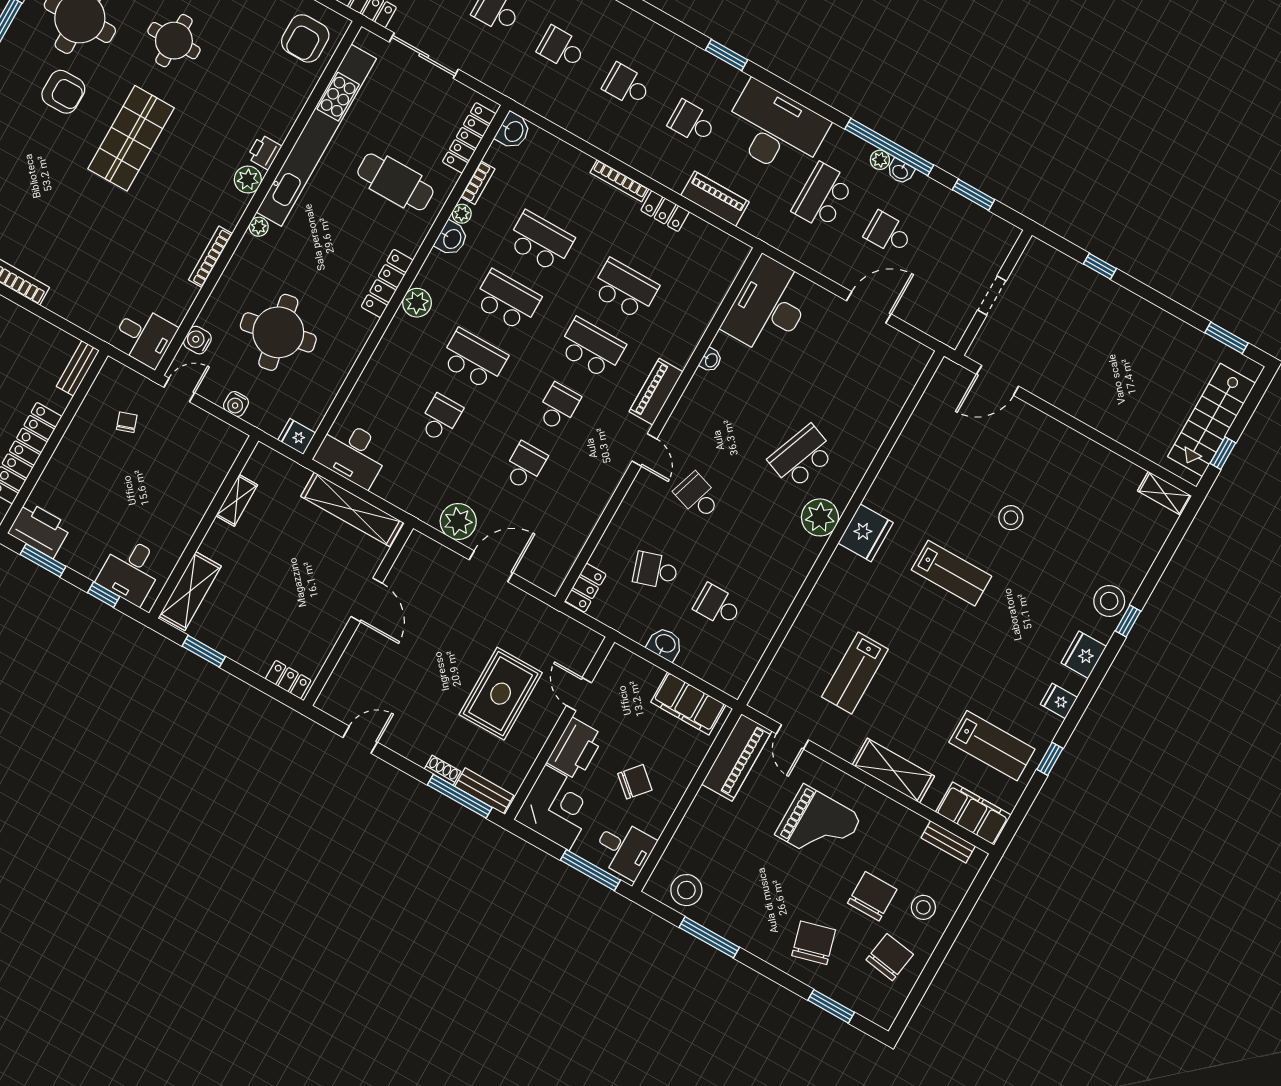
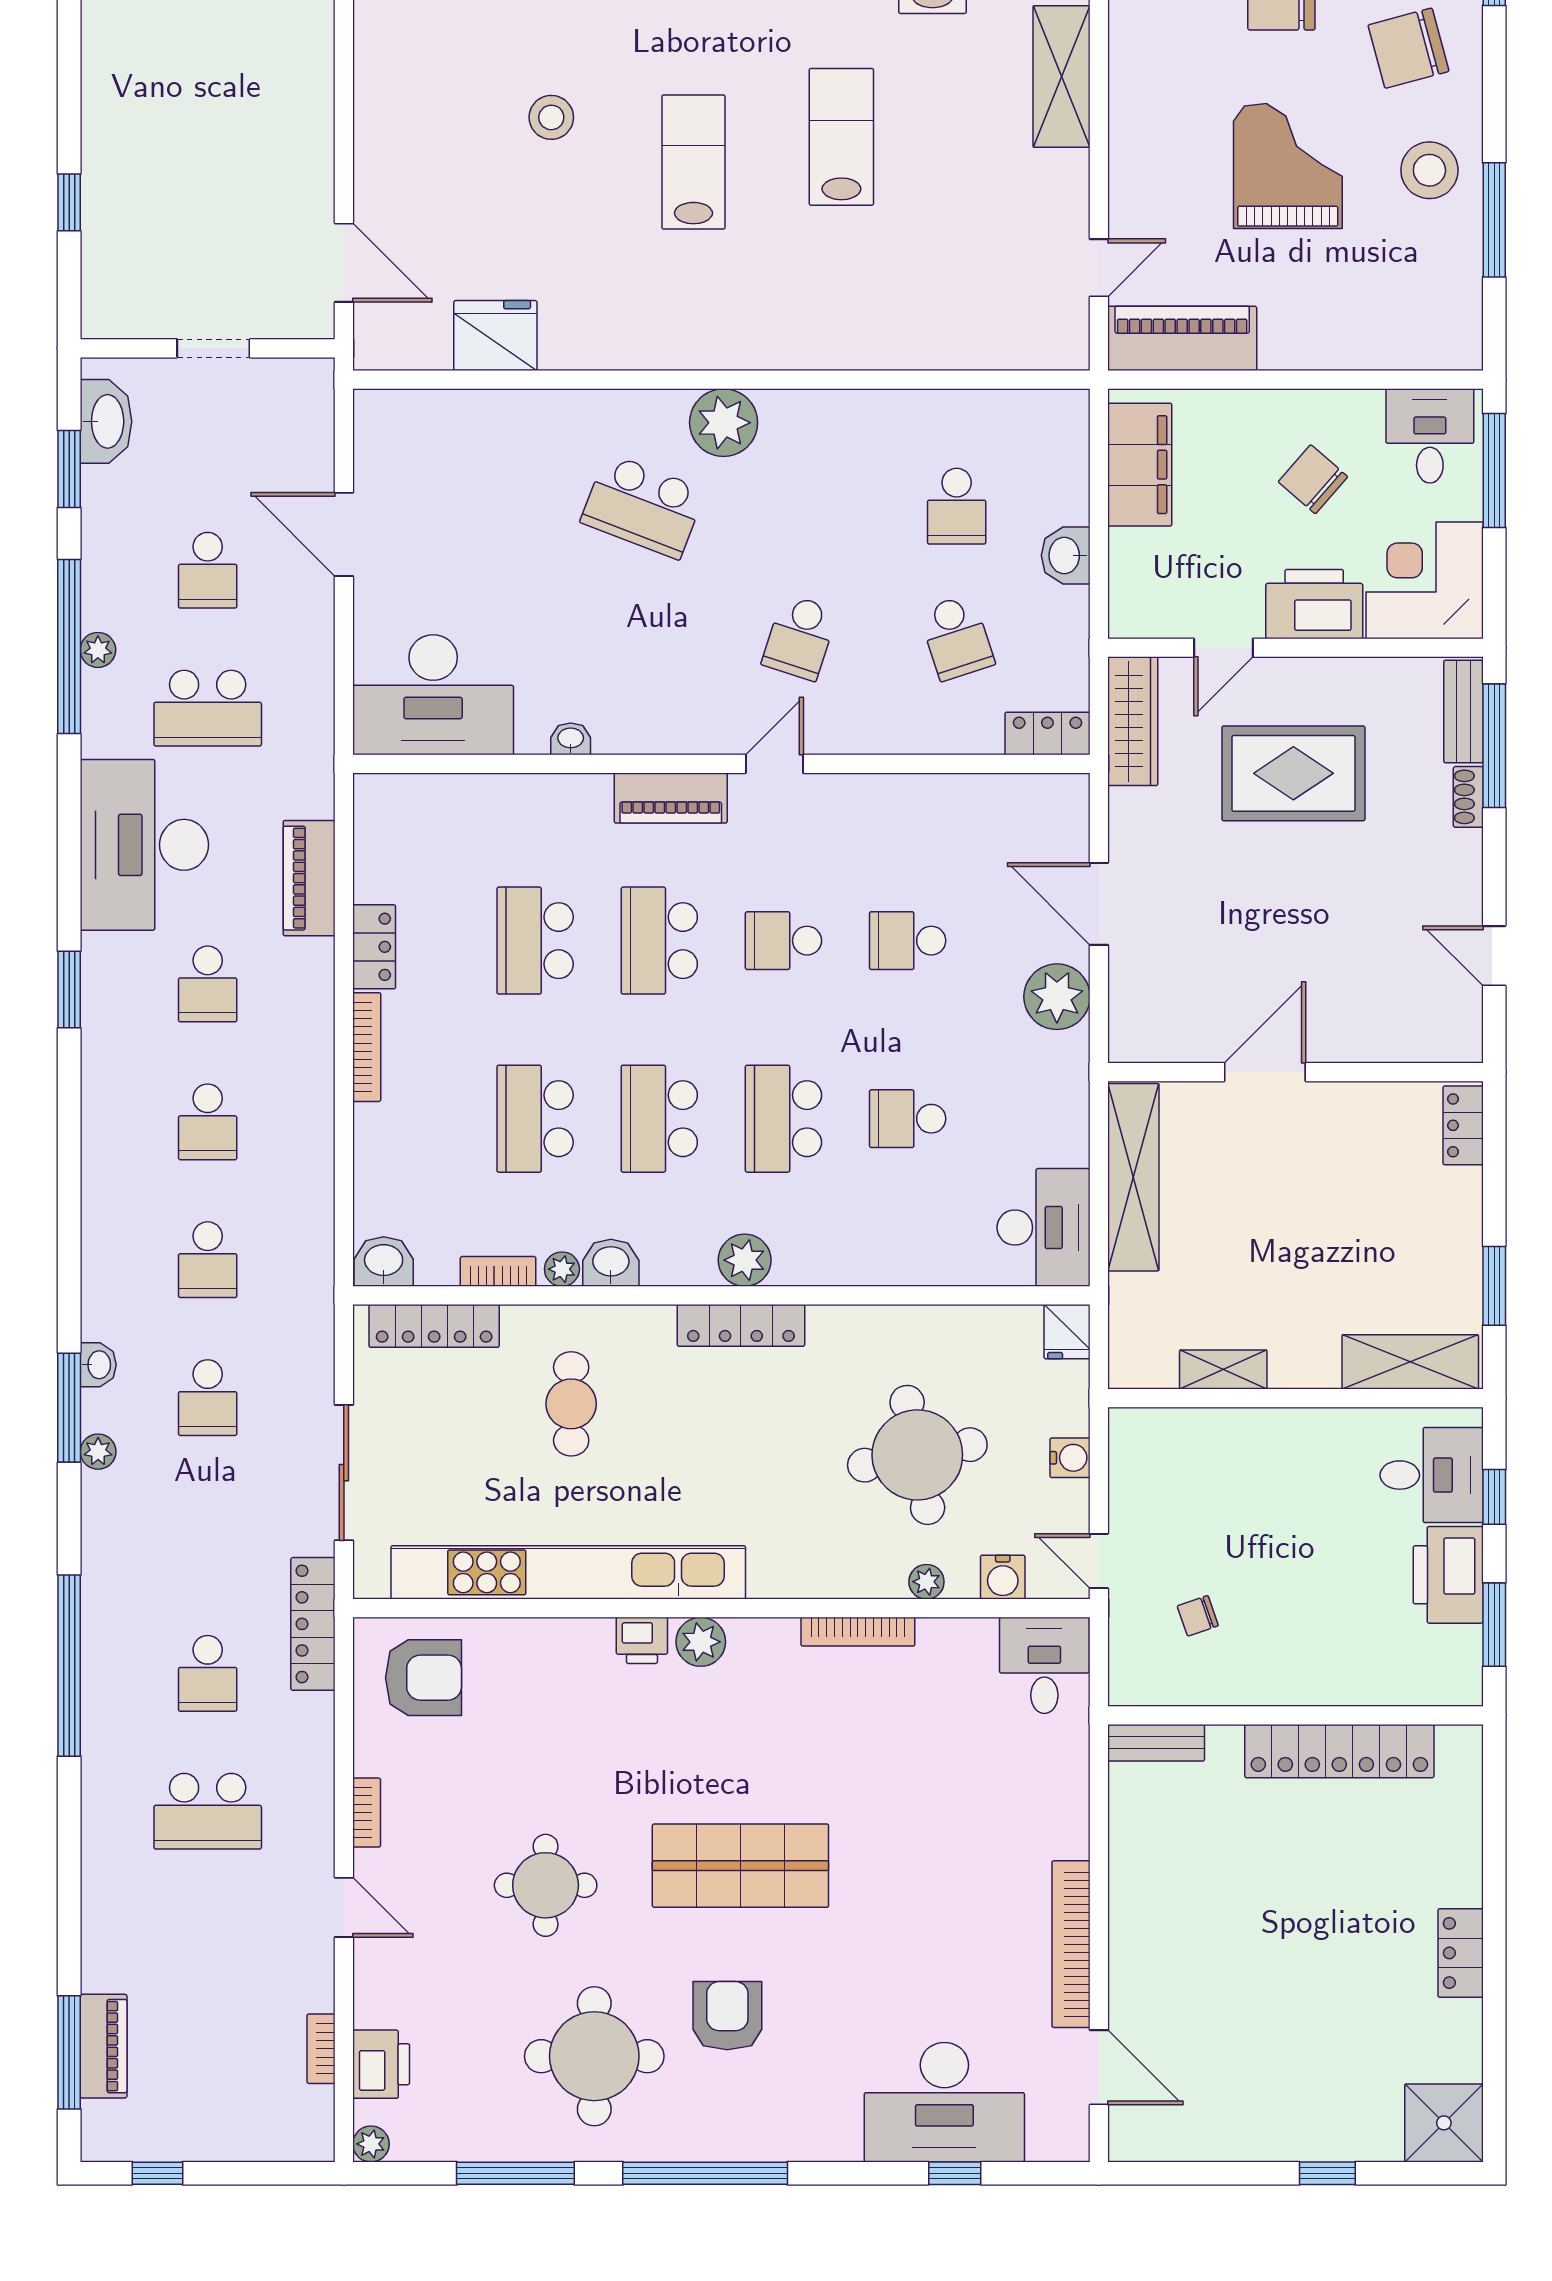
washbasin: (900, 171) -> (106, 421), moved, width x1.91, depth x1.45
cafe table: (395, 182) -> (571, 1404), width x0.73, depth x0.74
plant: (259, 227) -> (926, 1582), moved
printer: (40, 530) -> (1448, 1575), moved
fridge: (866, 533) -> (495, 336), moved
wardrobe: (568, 631) -> (1133, 721), added
lab bench: (855, 673) -> (841, 137), moved, turned -90
grand piano: (818, 826) -> (1288, 166), moved
stool: (686, 890) -> (1429, 170), moved

